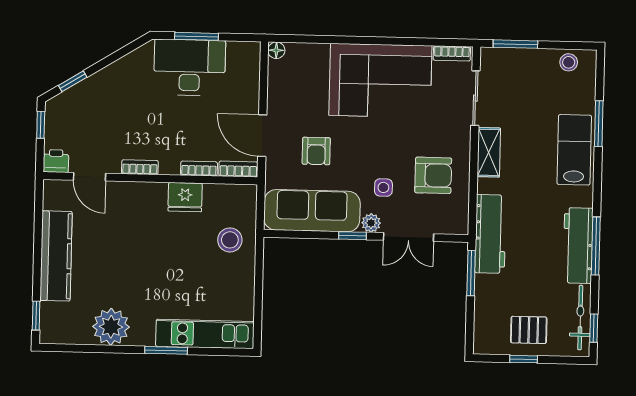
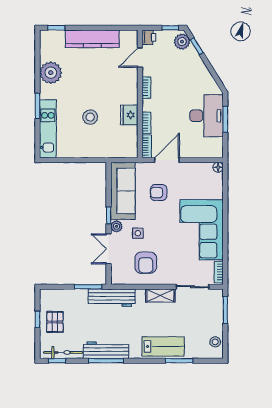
plant: (64, 106) -> (182, 42), added
stool: (230, 240) -> (90, 117), moved

